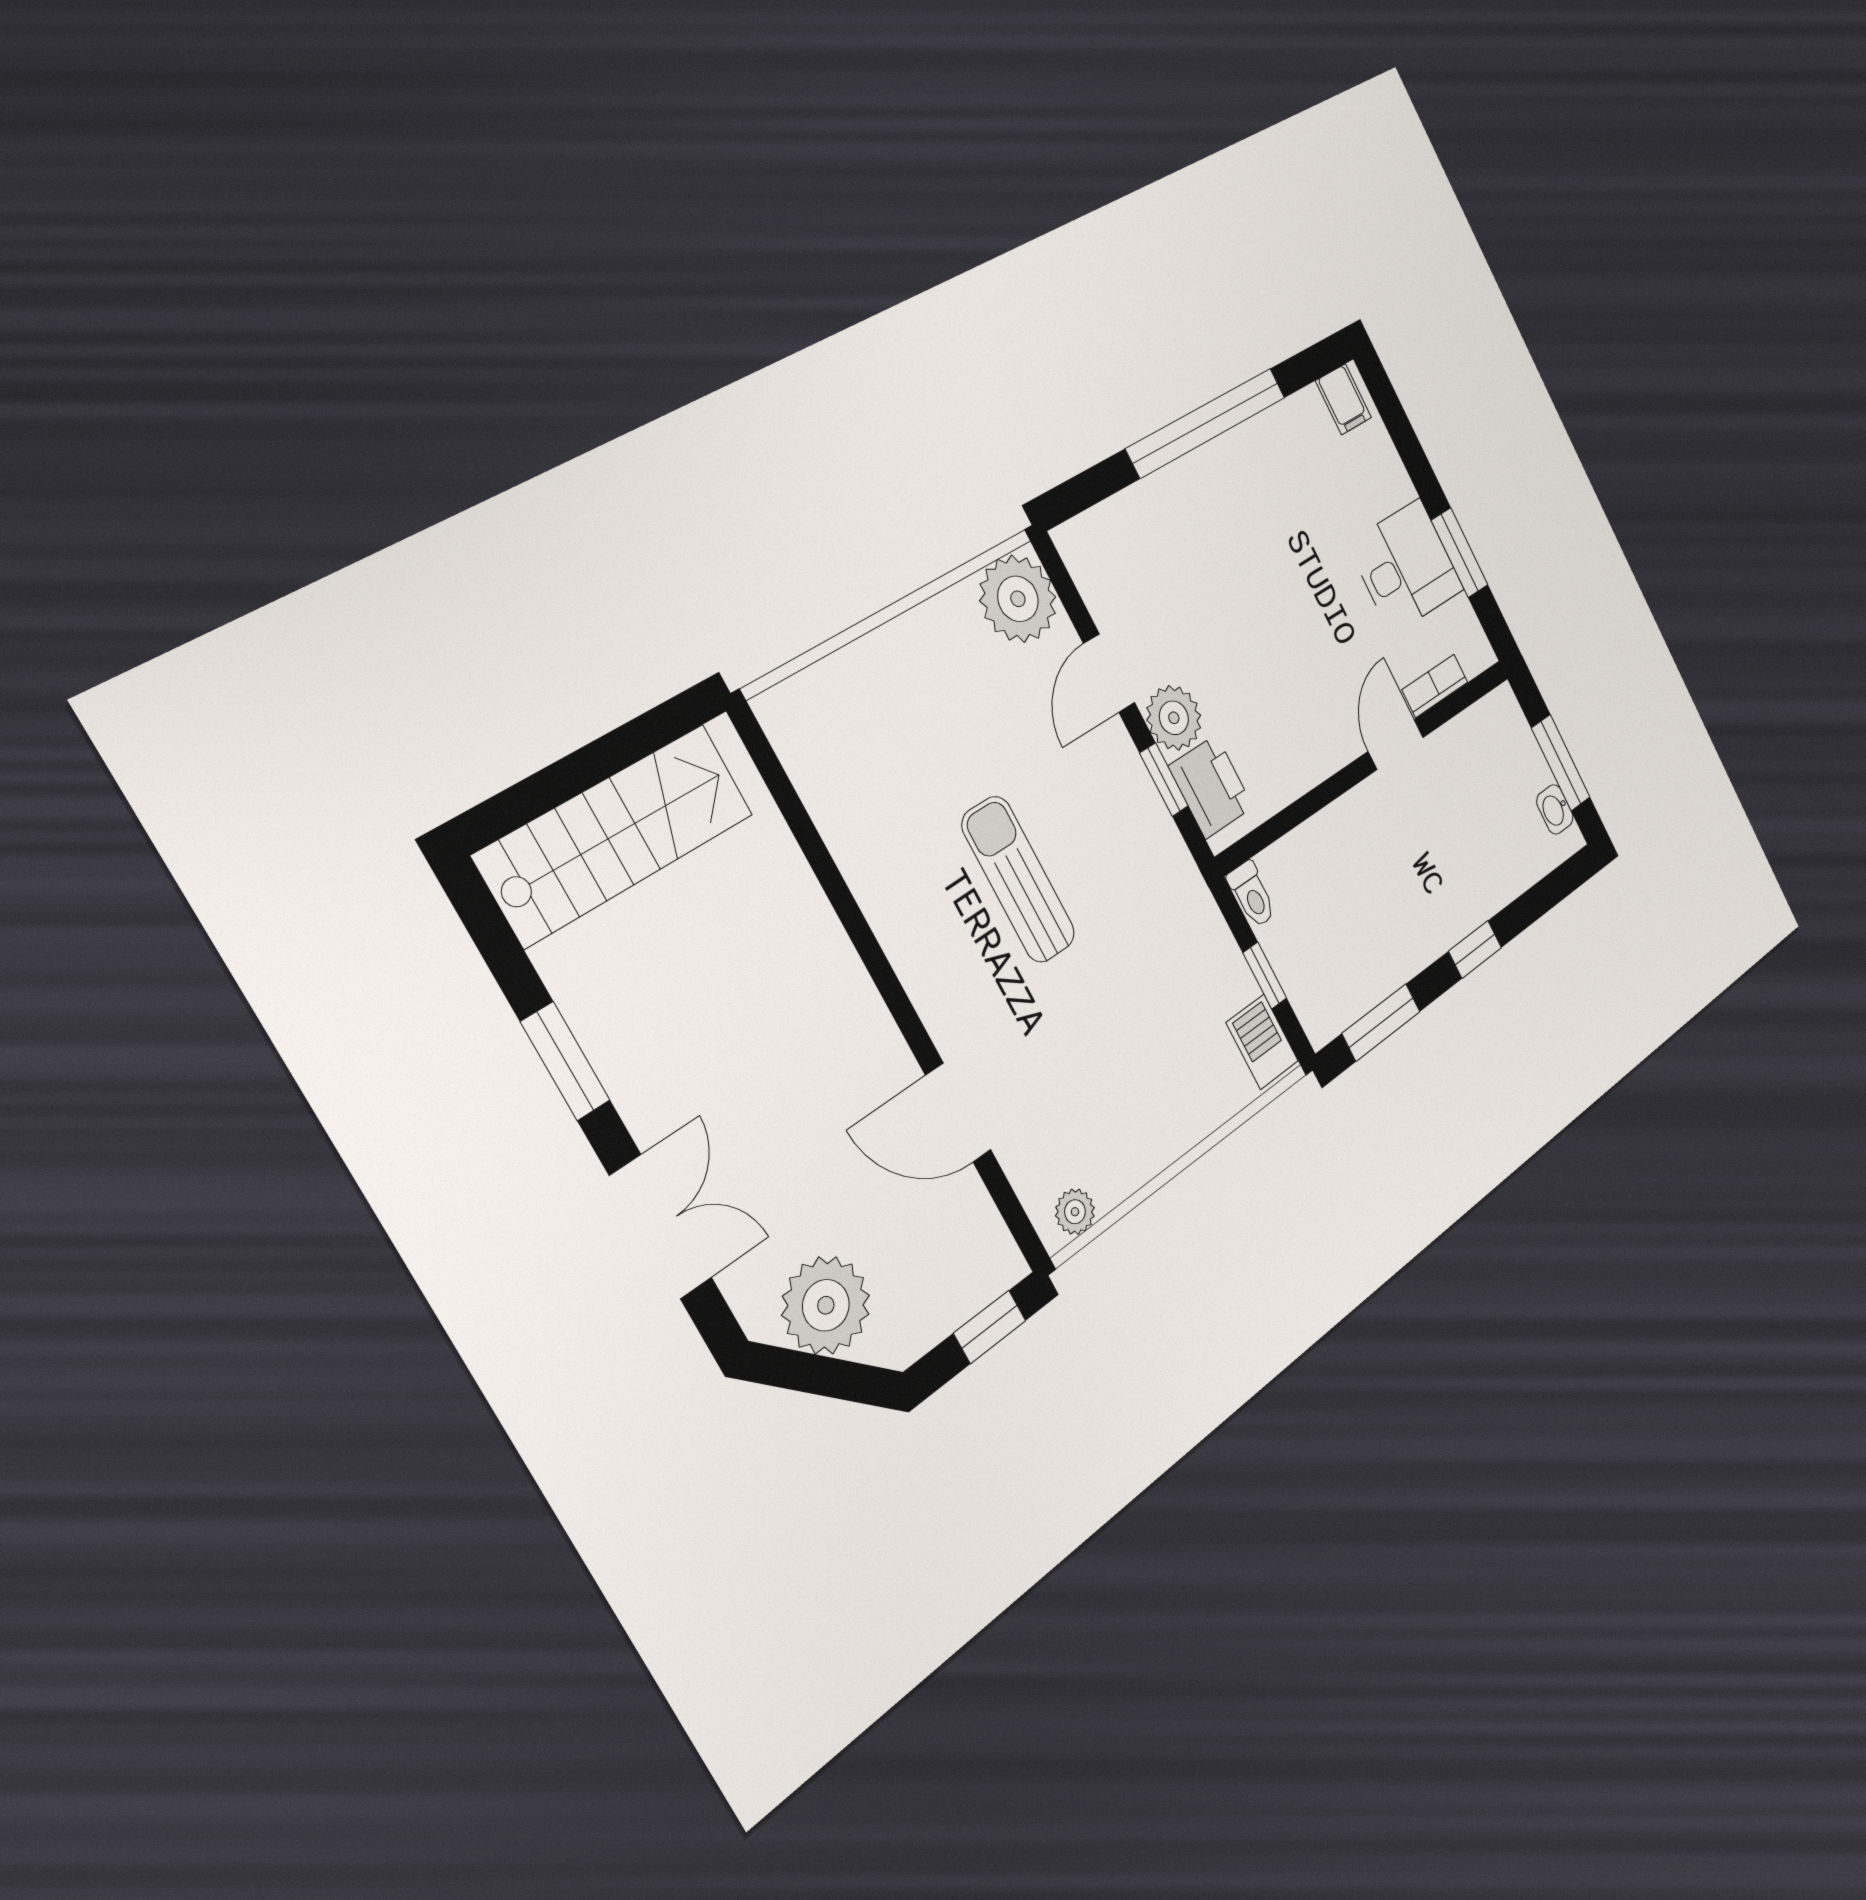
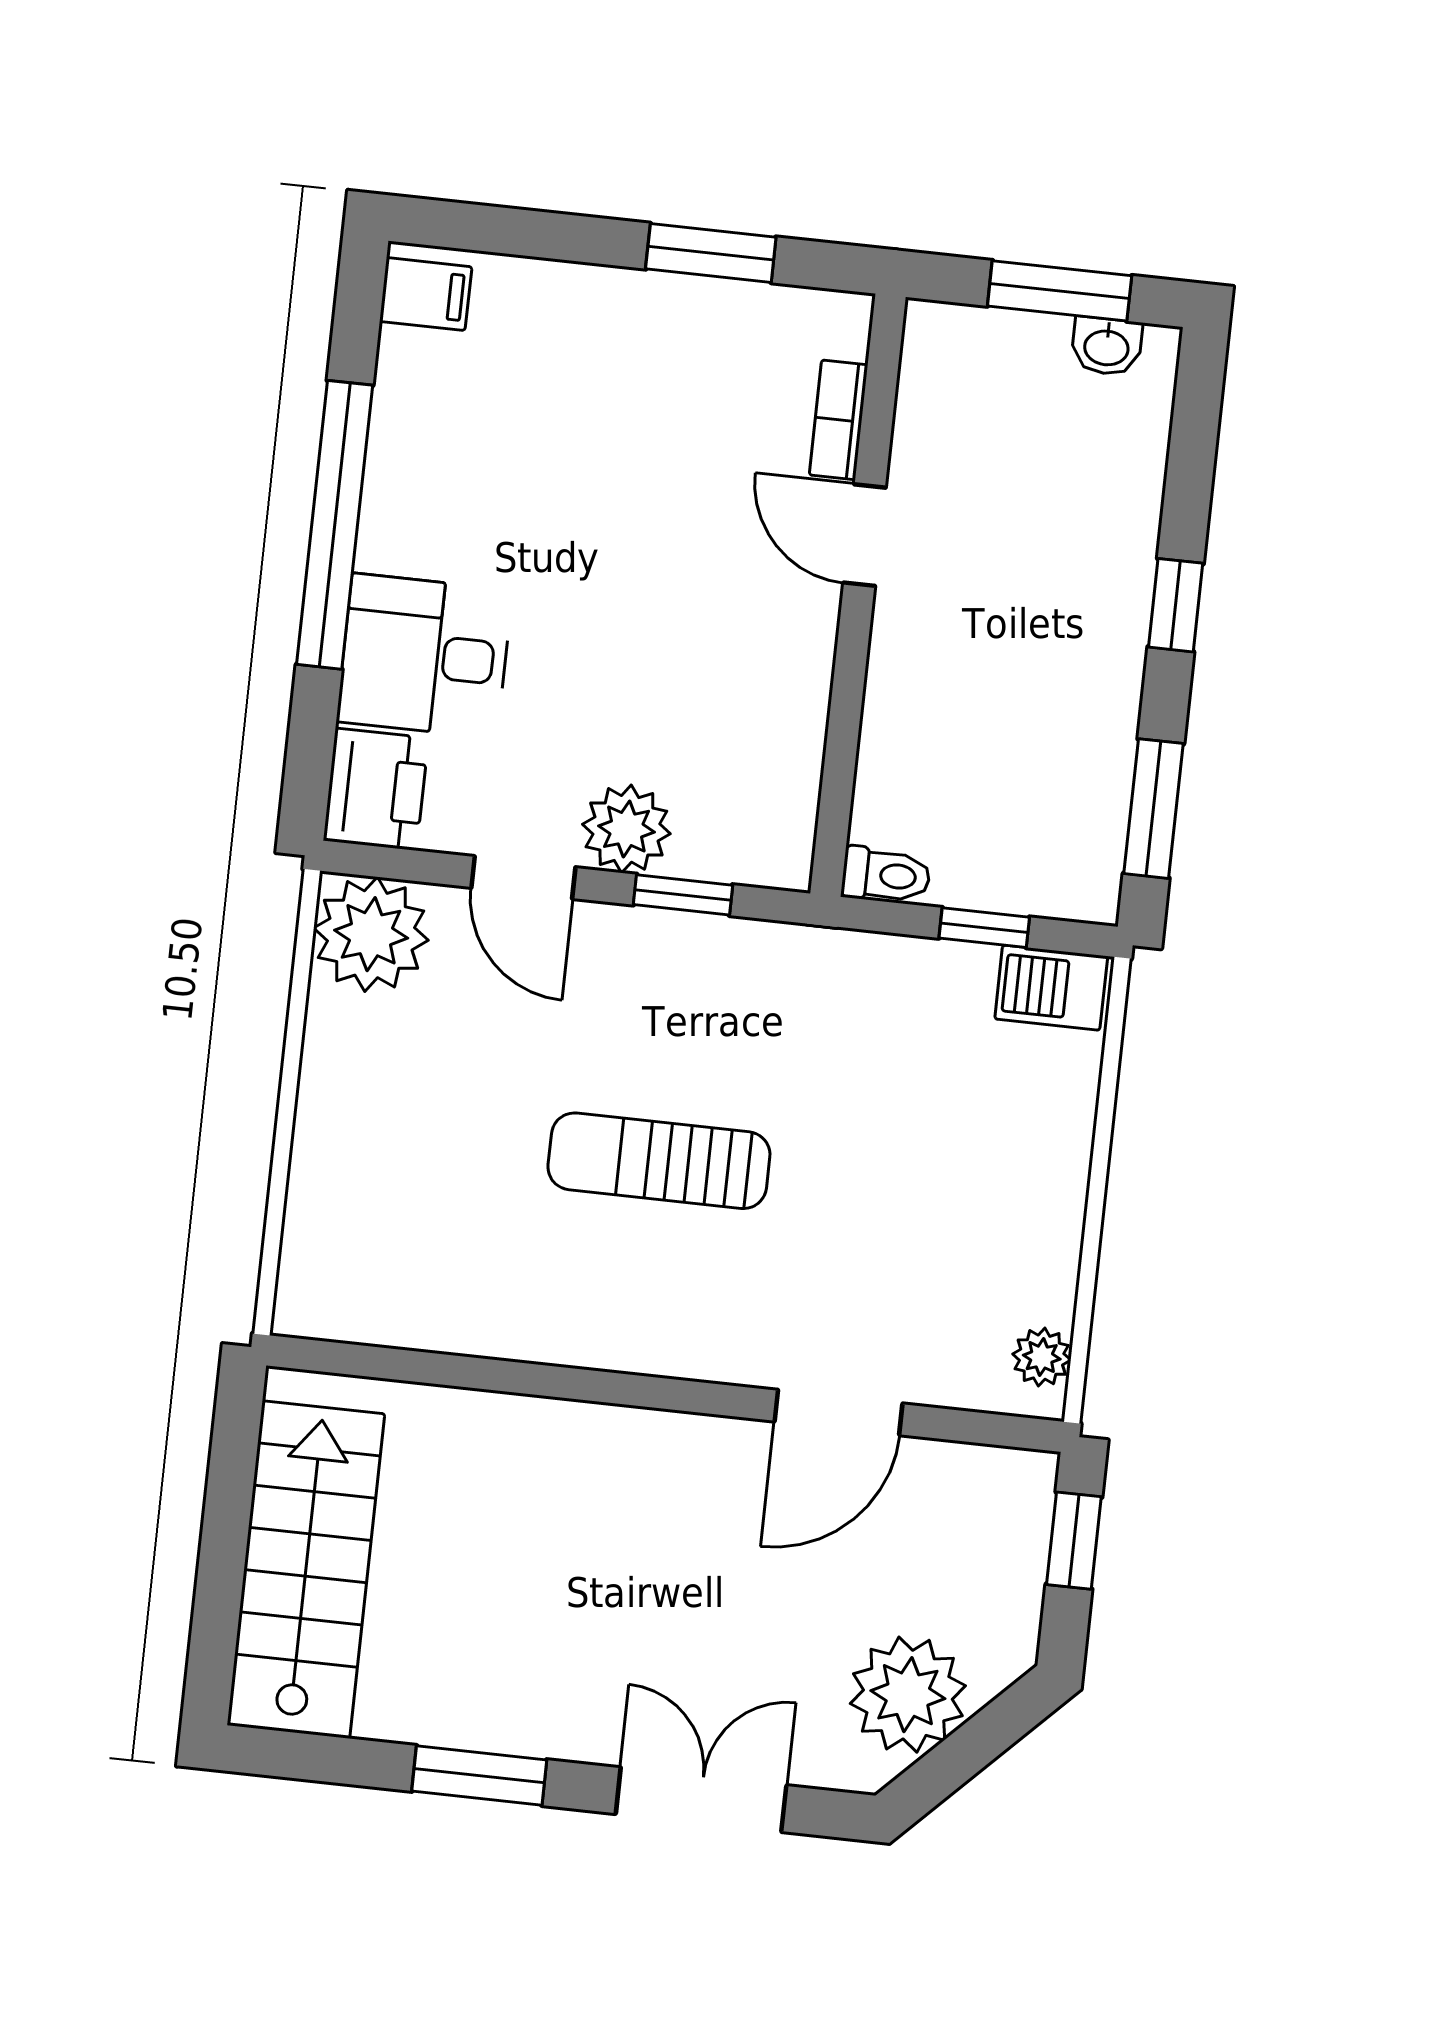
desk: (1406, 567) -> (425, 656), moved, turned -90
printer: (1211, 787) -> (376, 789), moved, turned 90

